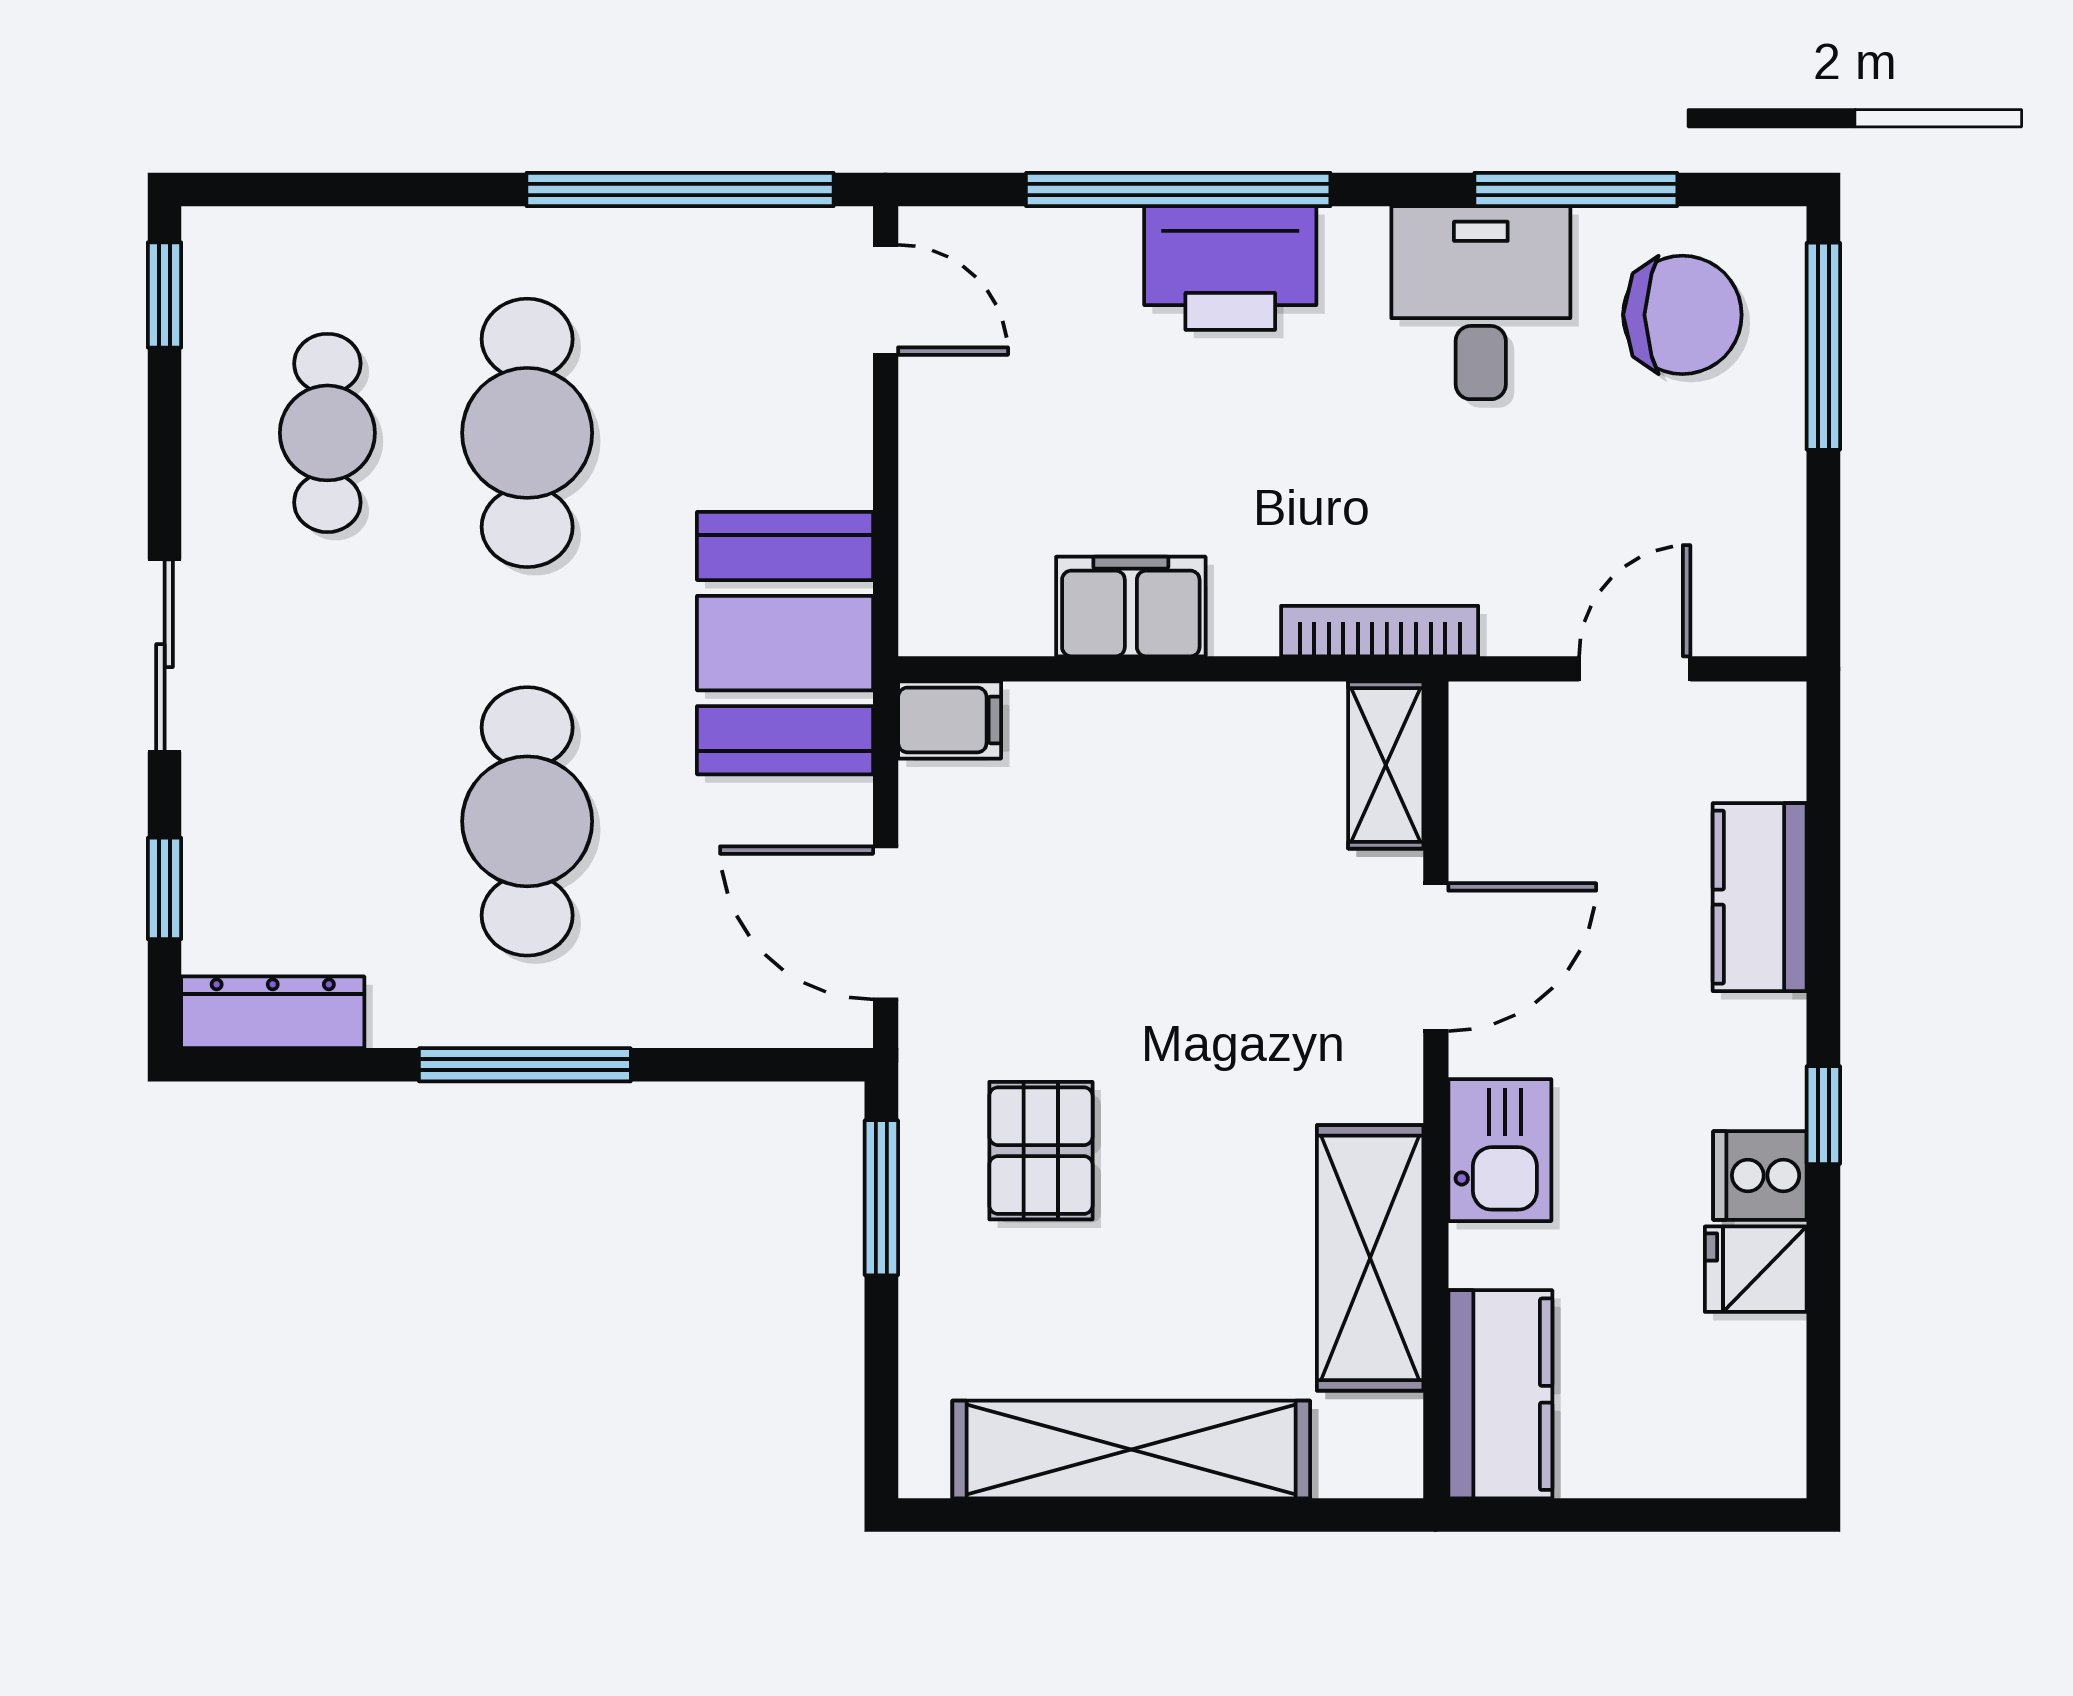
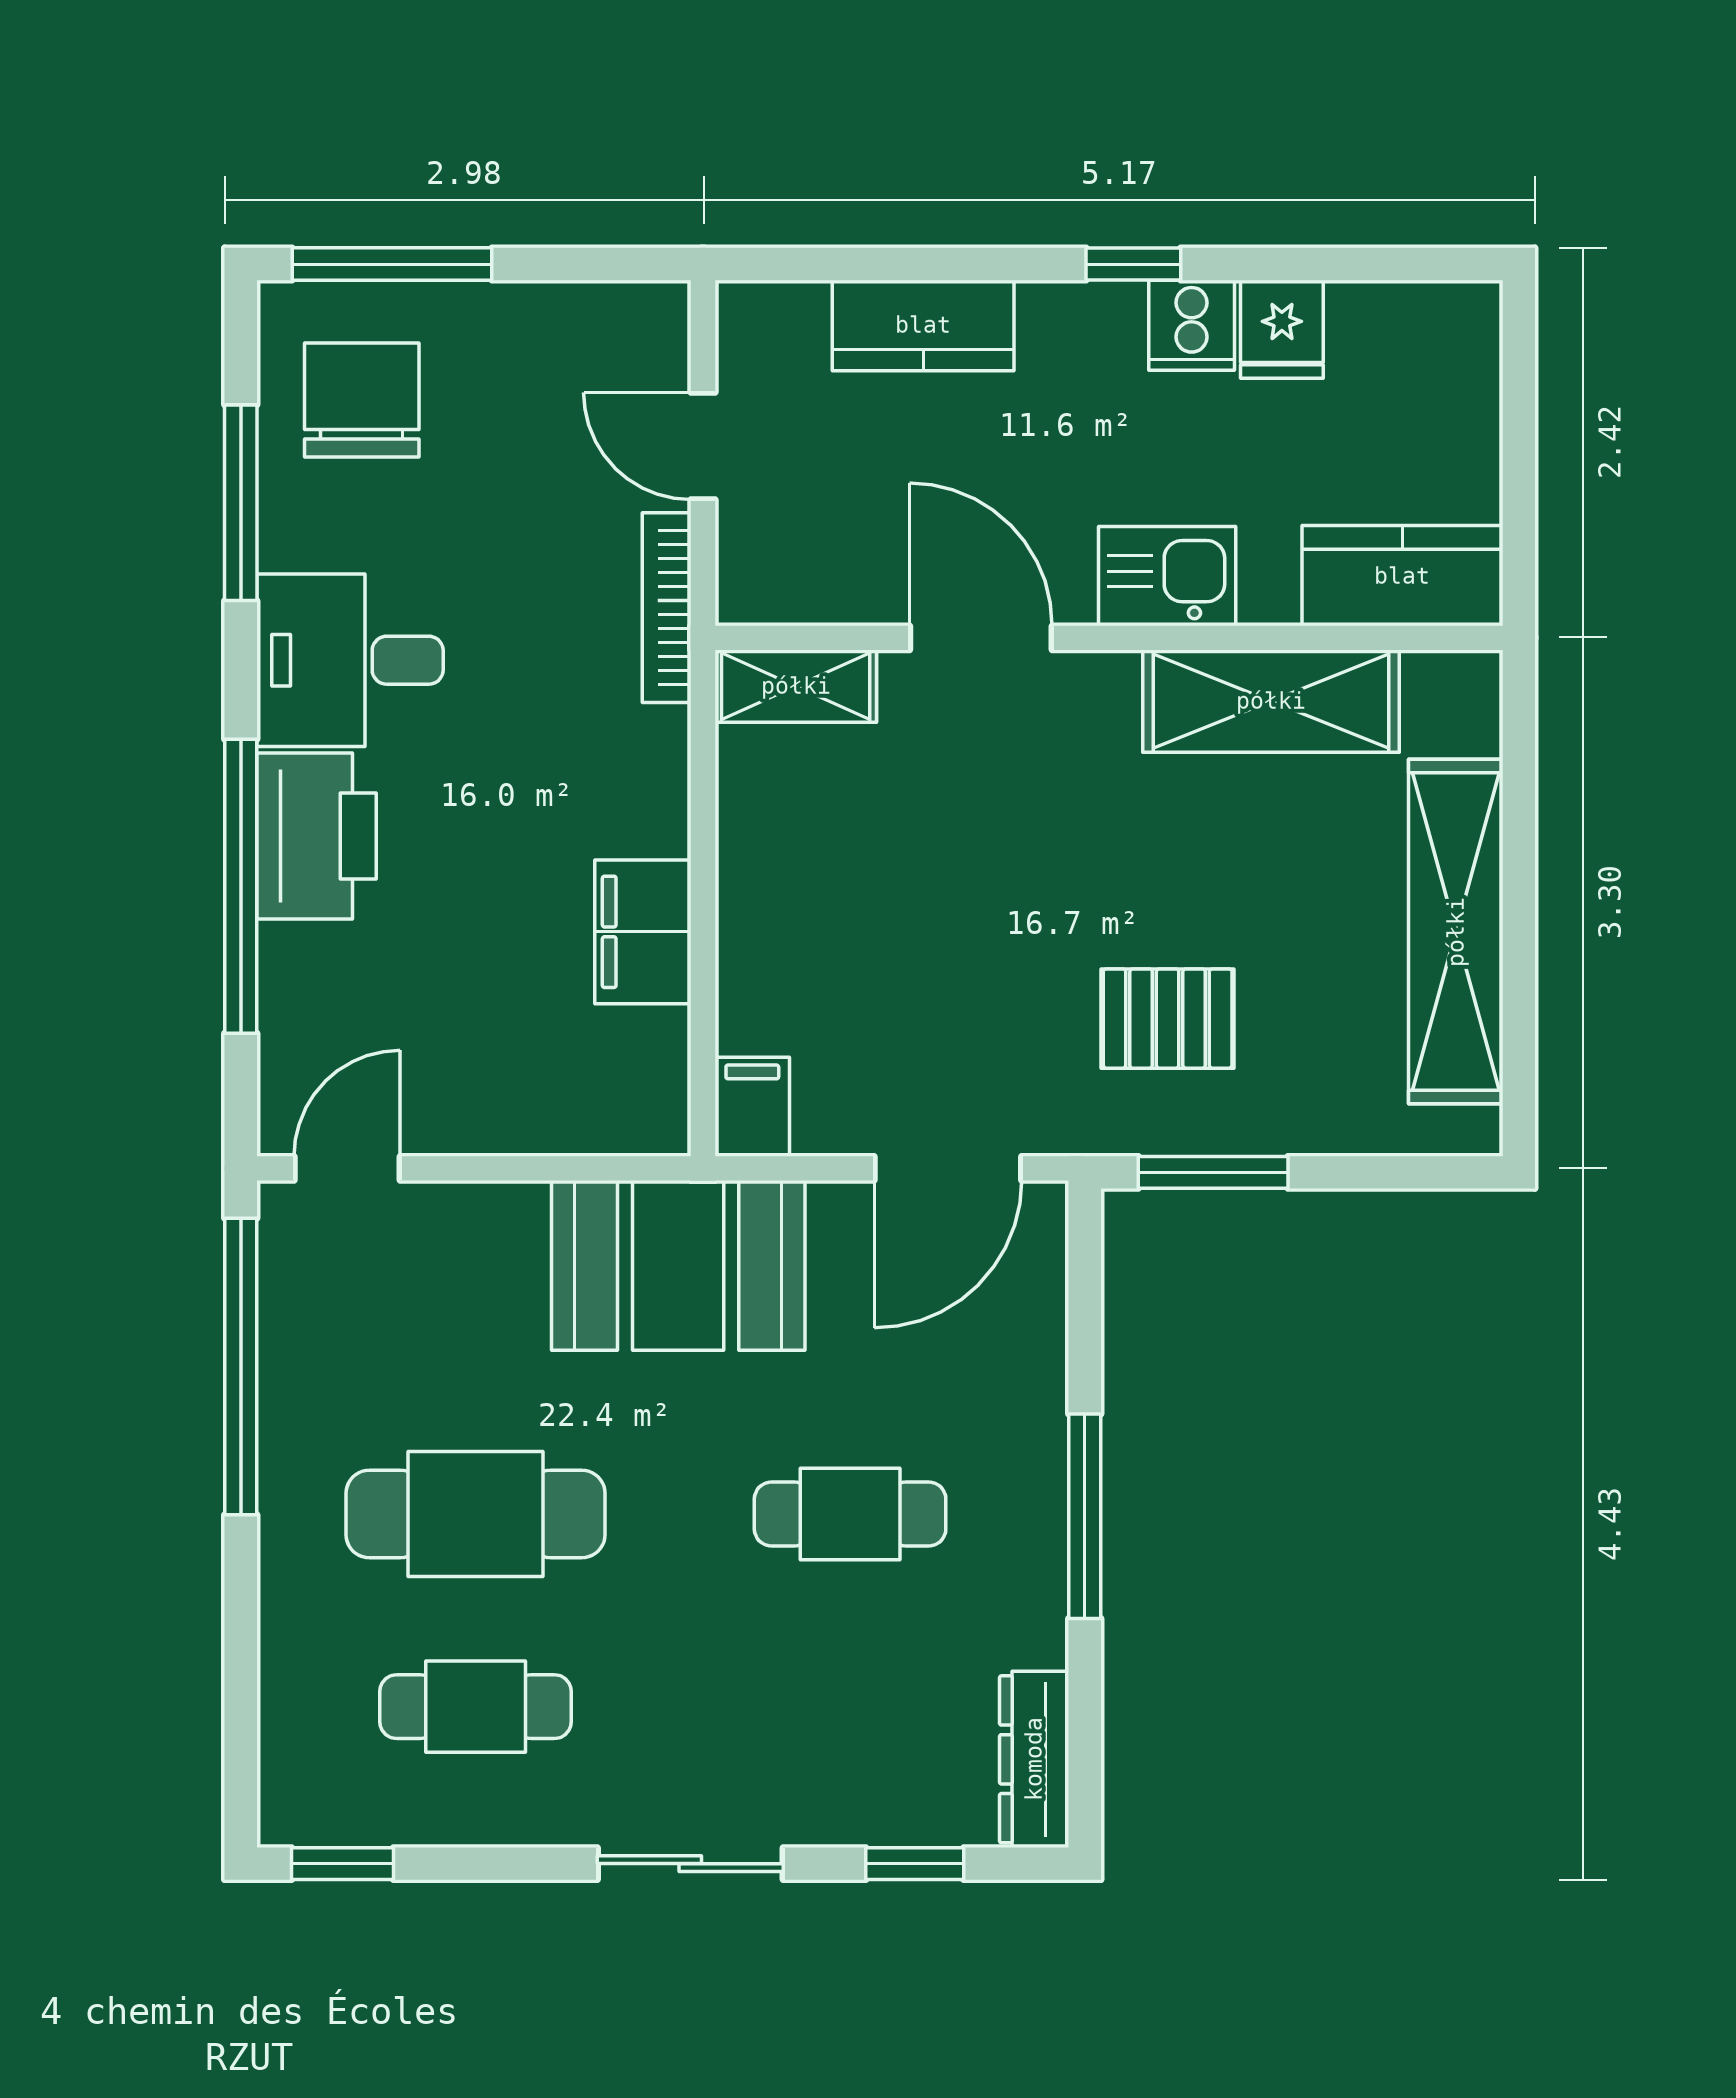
desk: (1481, 303) -> (350, 660), moved
bookcase: (1380, 631) -> (667, 608), moved
cafe table: (527, 821) -> (850, 1514), width x0.73, depth x0.74

